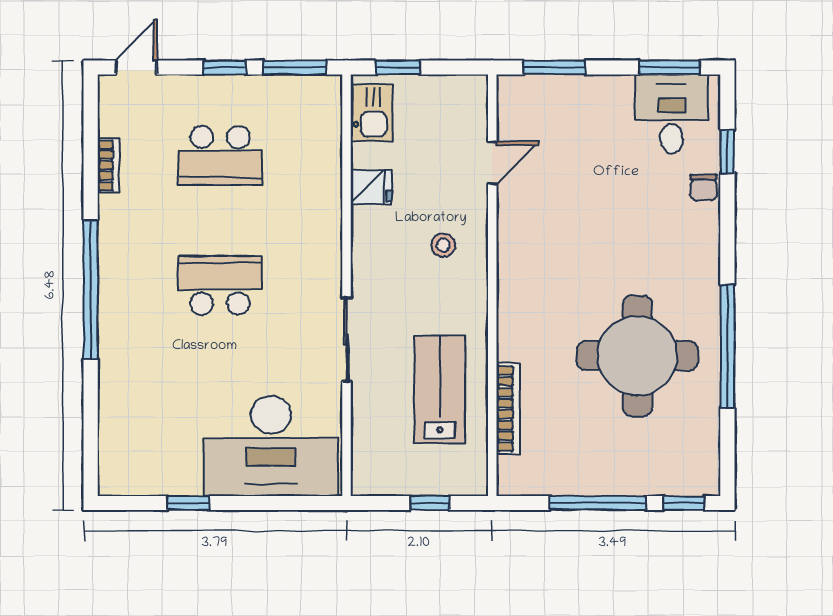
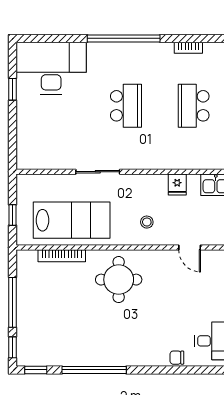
window: (727, 151) -> (36, 370), moved
round table: (637, 356) -> (119, 280), moved, width x0.73, depth x0.73
lab bench: (440, 390) -> (72, 220), width x1.36, depth x1.39
desk: (271, 446) -> (51, 68), moved, turned 90

